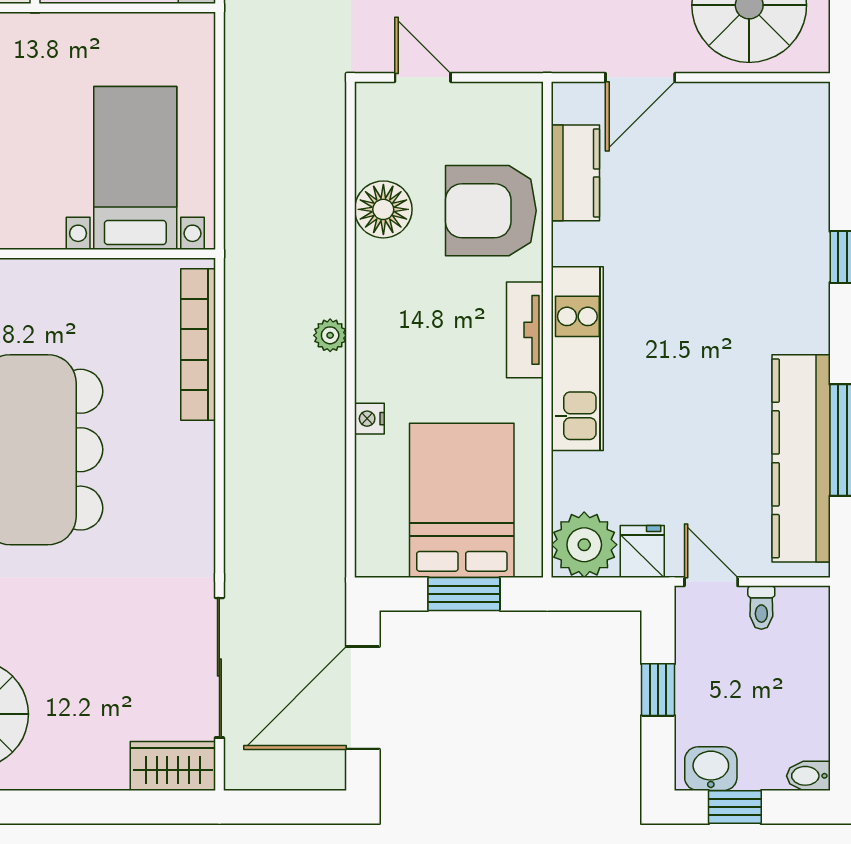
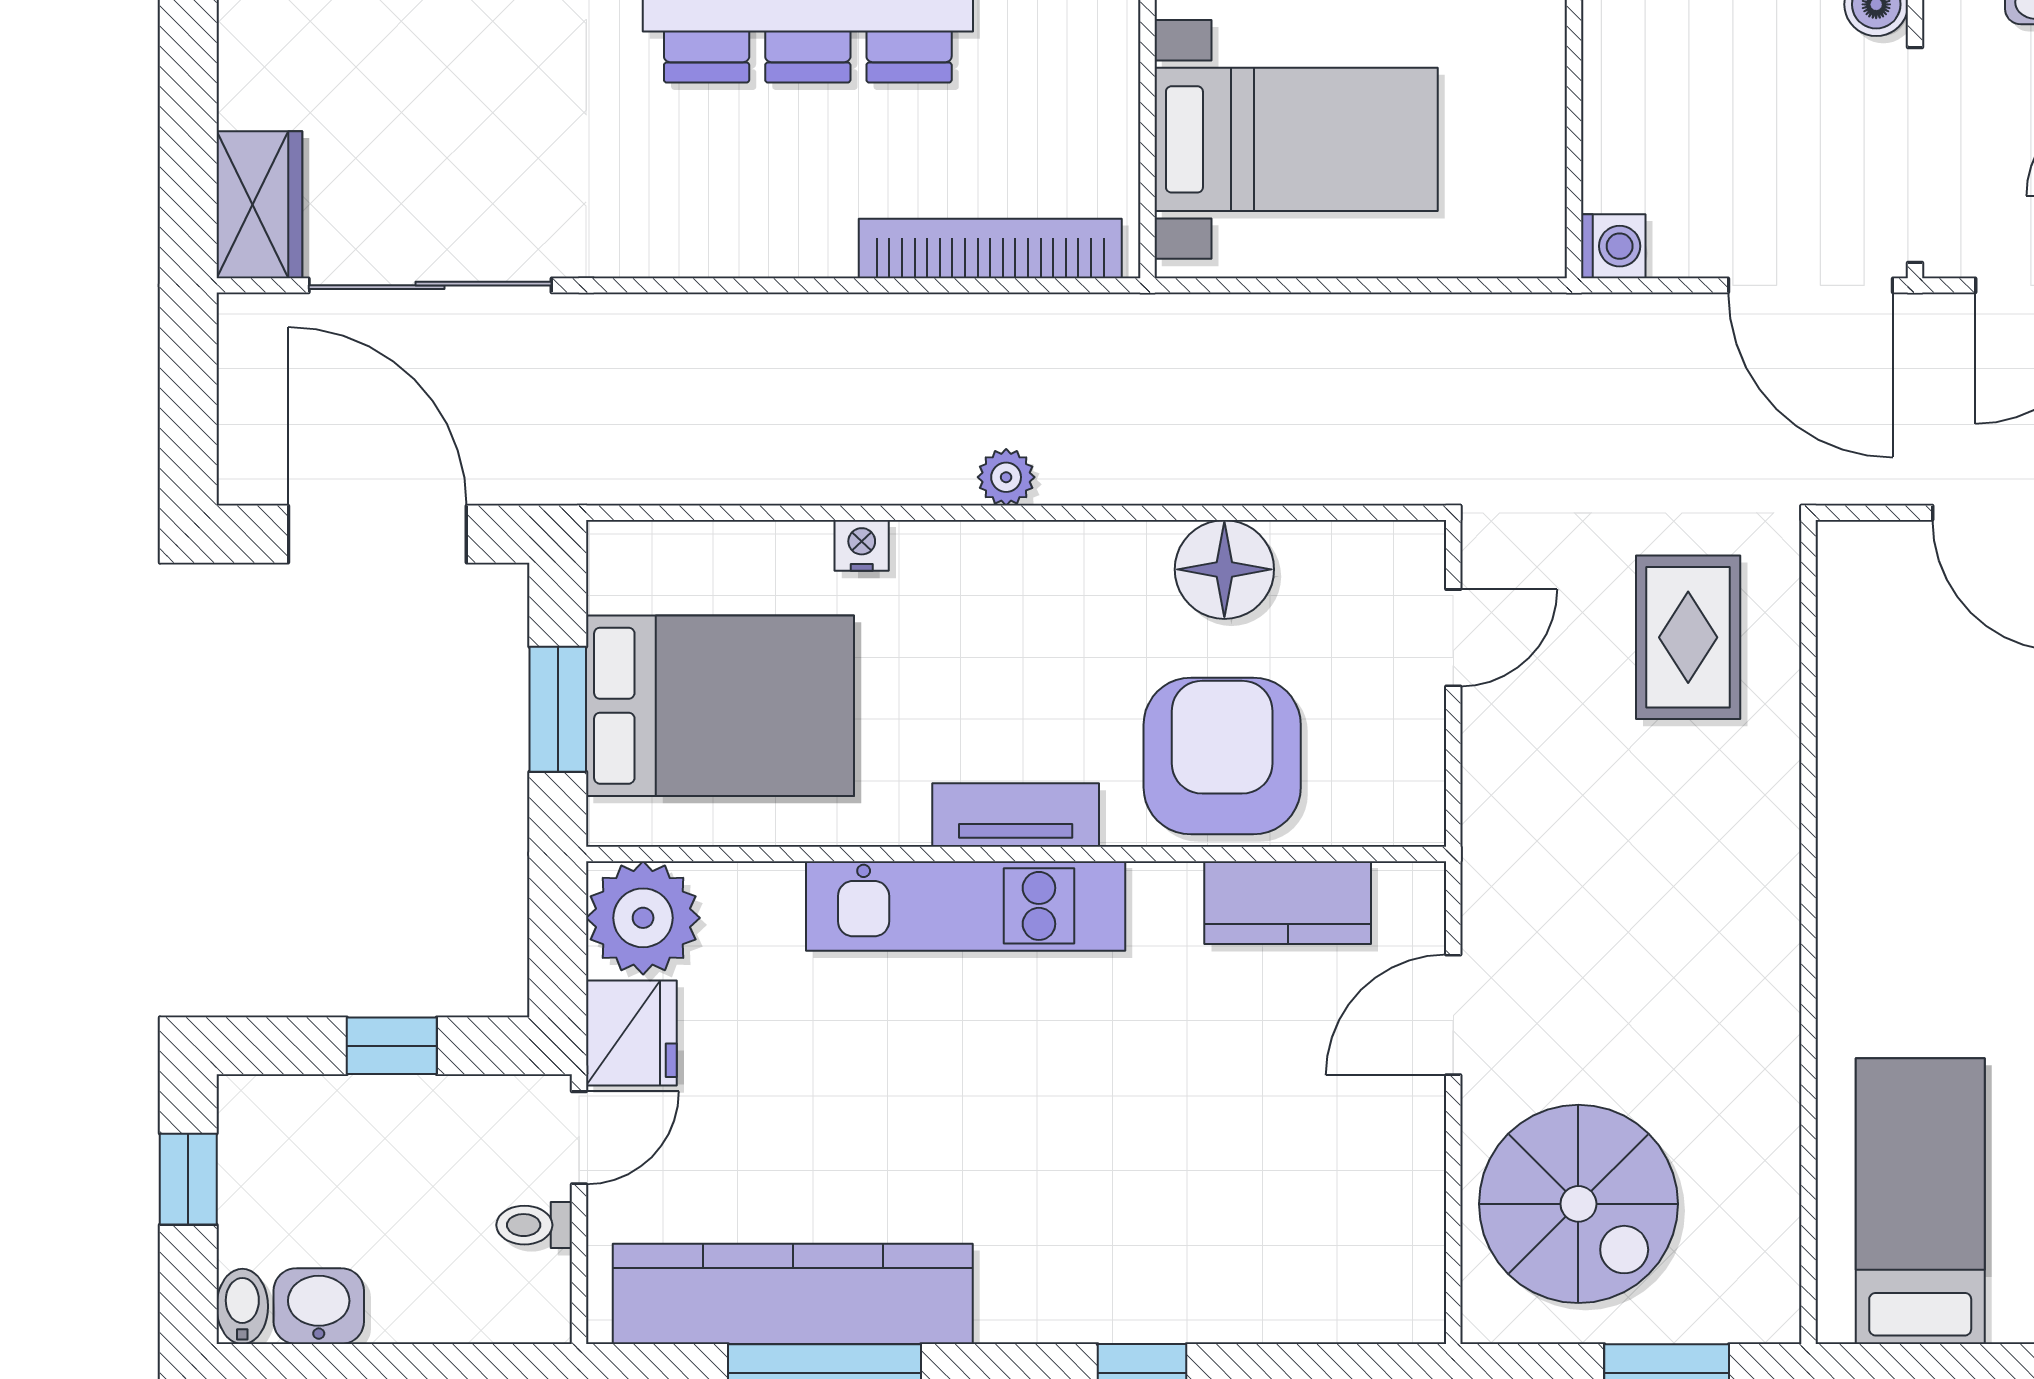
door: (640, 77) -> (1453, 1015), hinge flipped
fridge: (642, 551) -> (631, 1033), width x1.38
washbasin: (711, 769) -> (319, 1306), moved, turned -90

